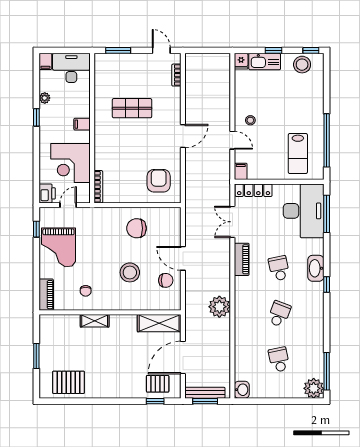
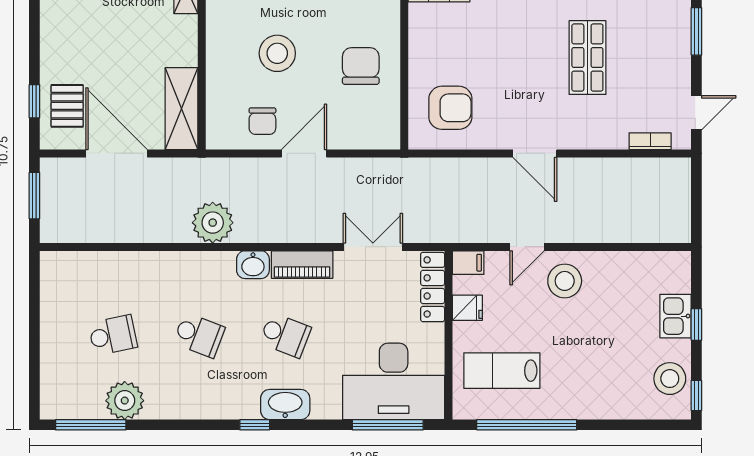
fridge: (241, 61) -> (467, 308), moved, turned 180
kitchen sink: (265, 62) -> (675, 316), width x0.73
stool: (250, 120) -> (565, 281), width x1.89, depth x1.89
school desk: (279, 268) -> (285, 335), turned 33
plant: (314, 388) -> (125, 401), moved
washbasin: (242, 390) -> (253, 265), moved
bench: (205, 393) -> (50, 195), removed

